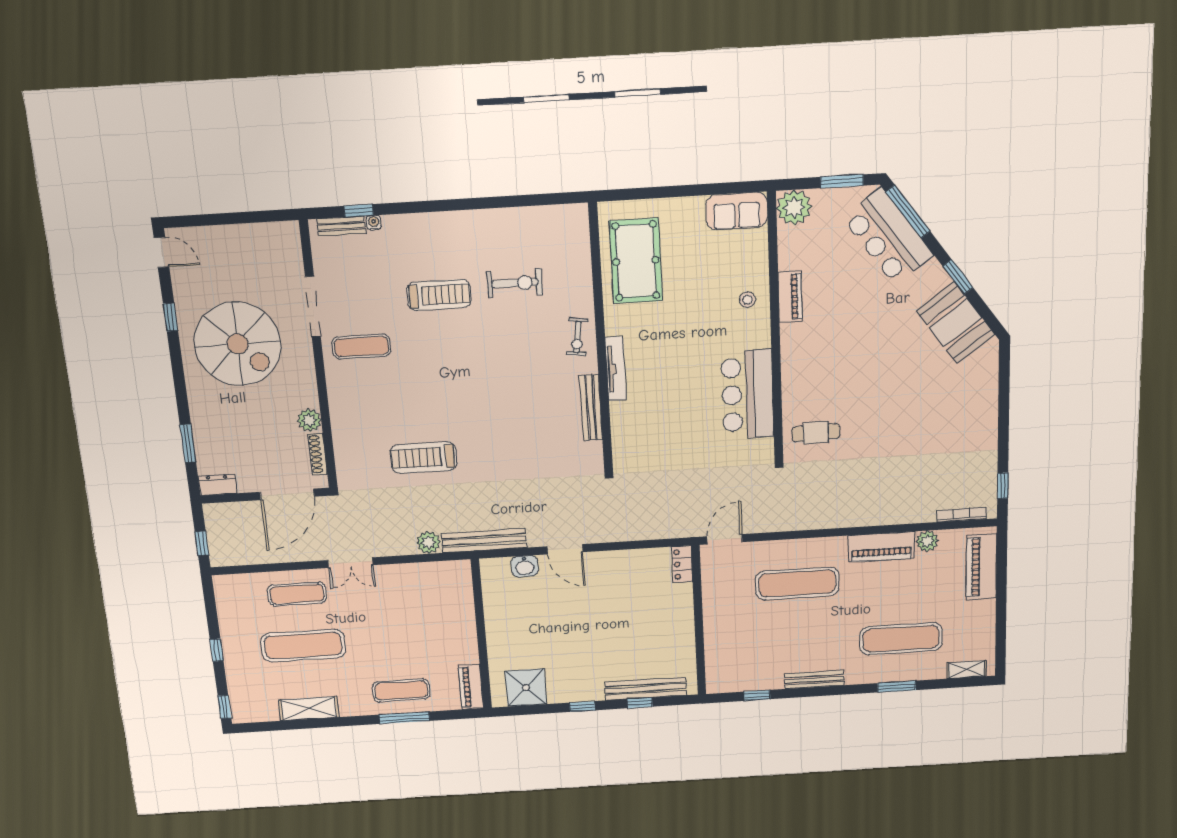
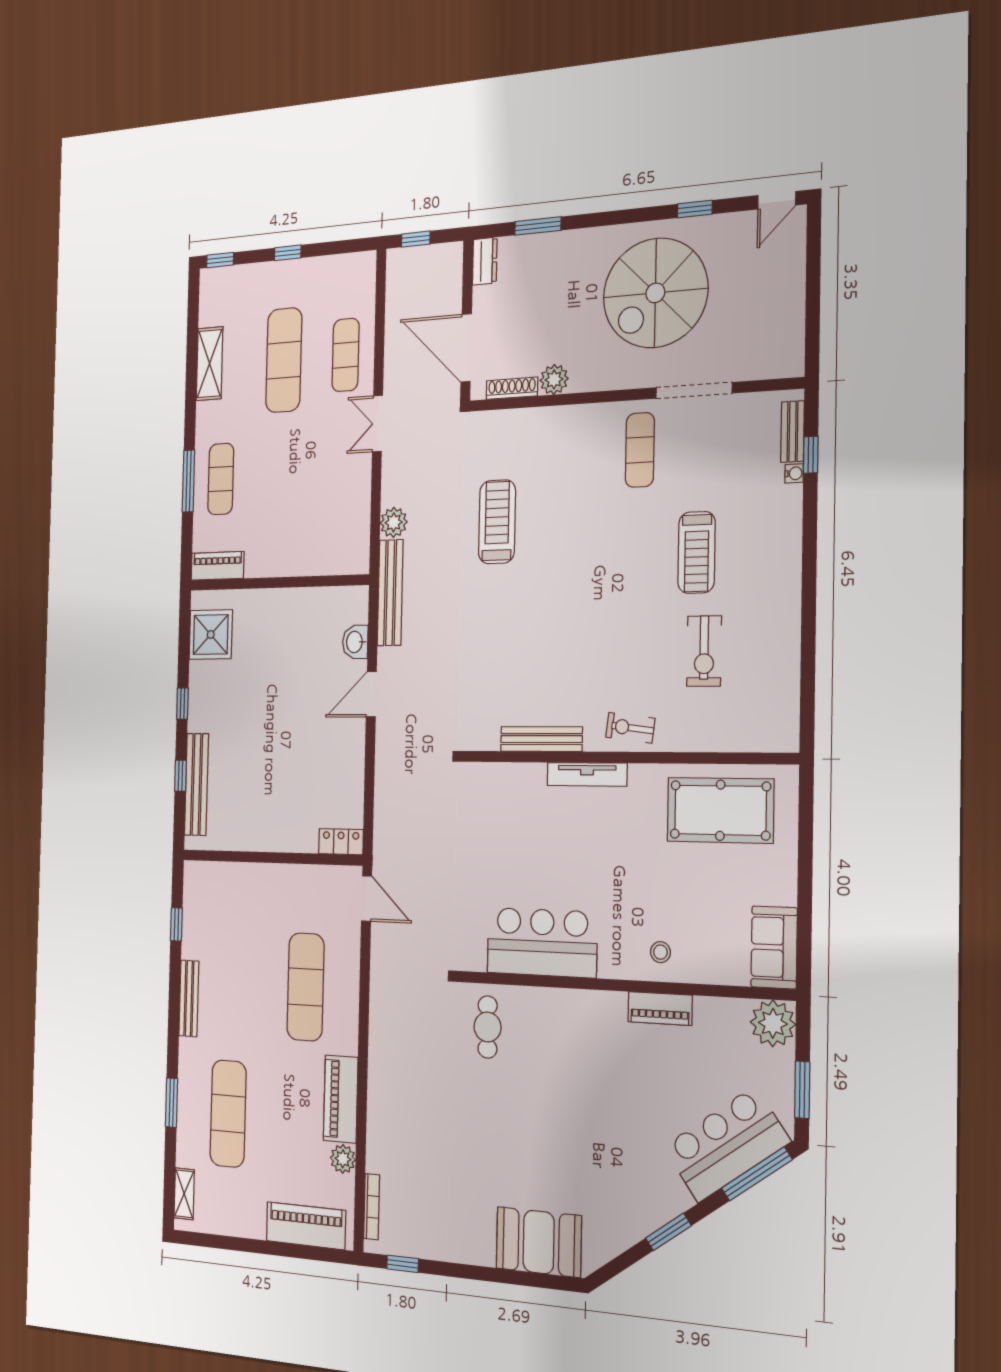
booth: (955, 323) -> (539, 1242), moved, turned 36

